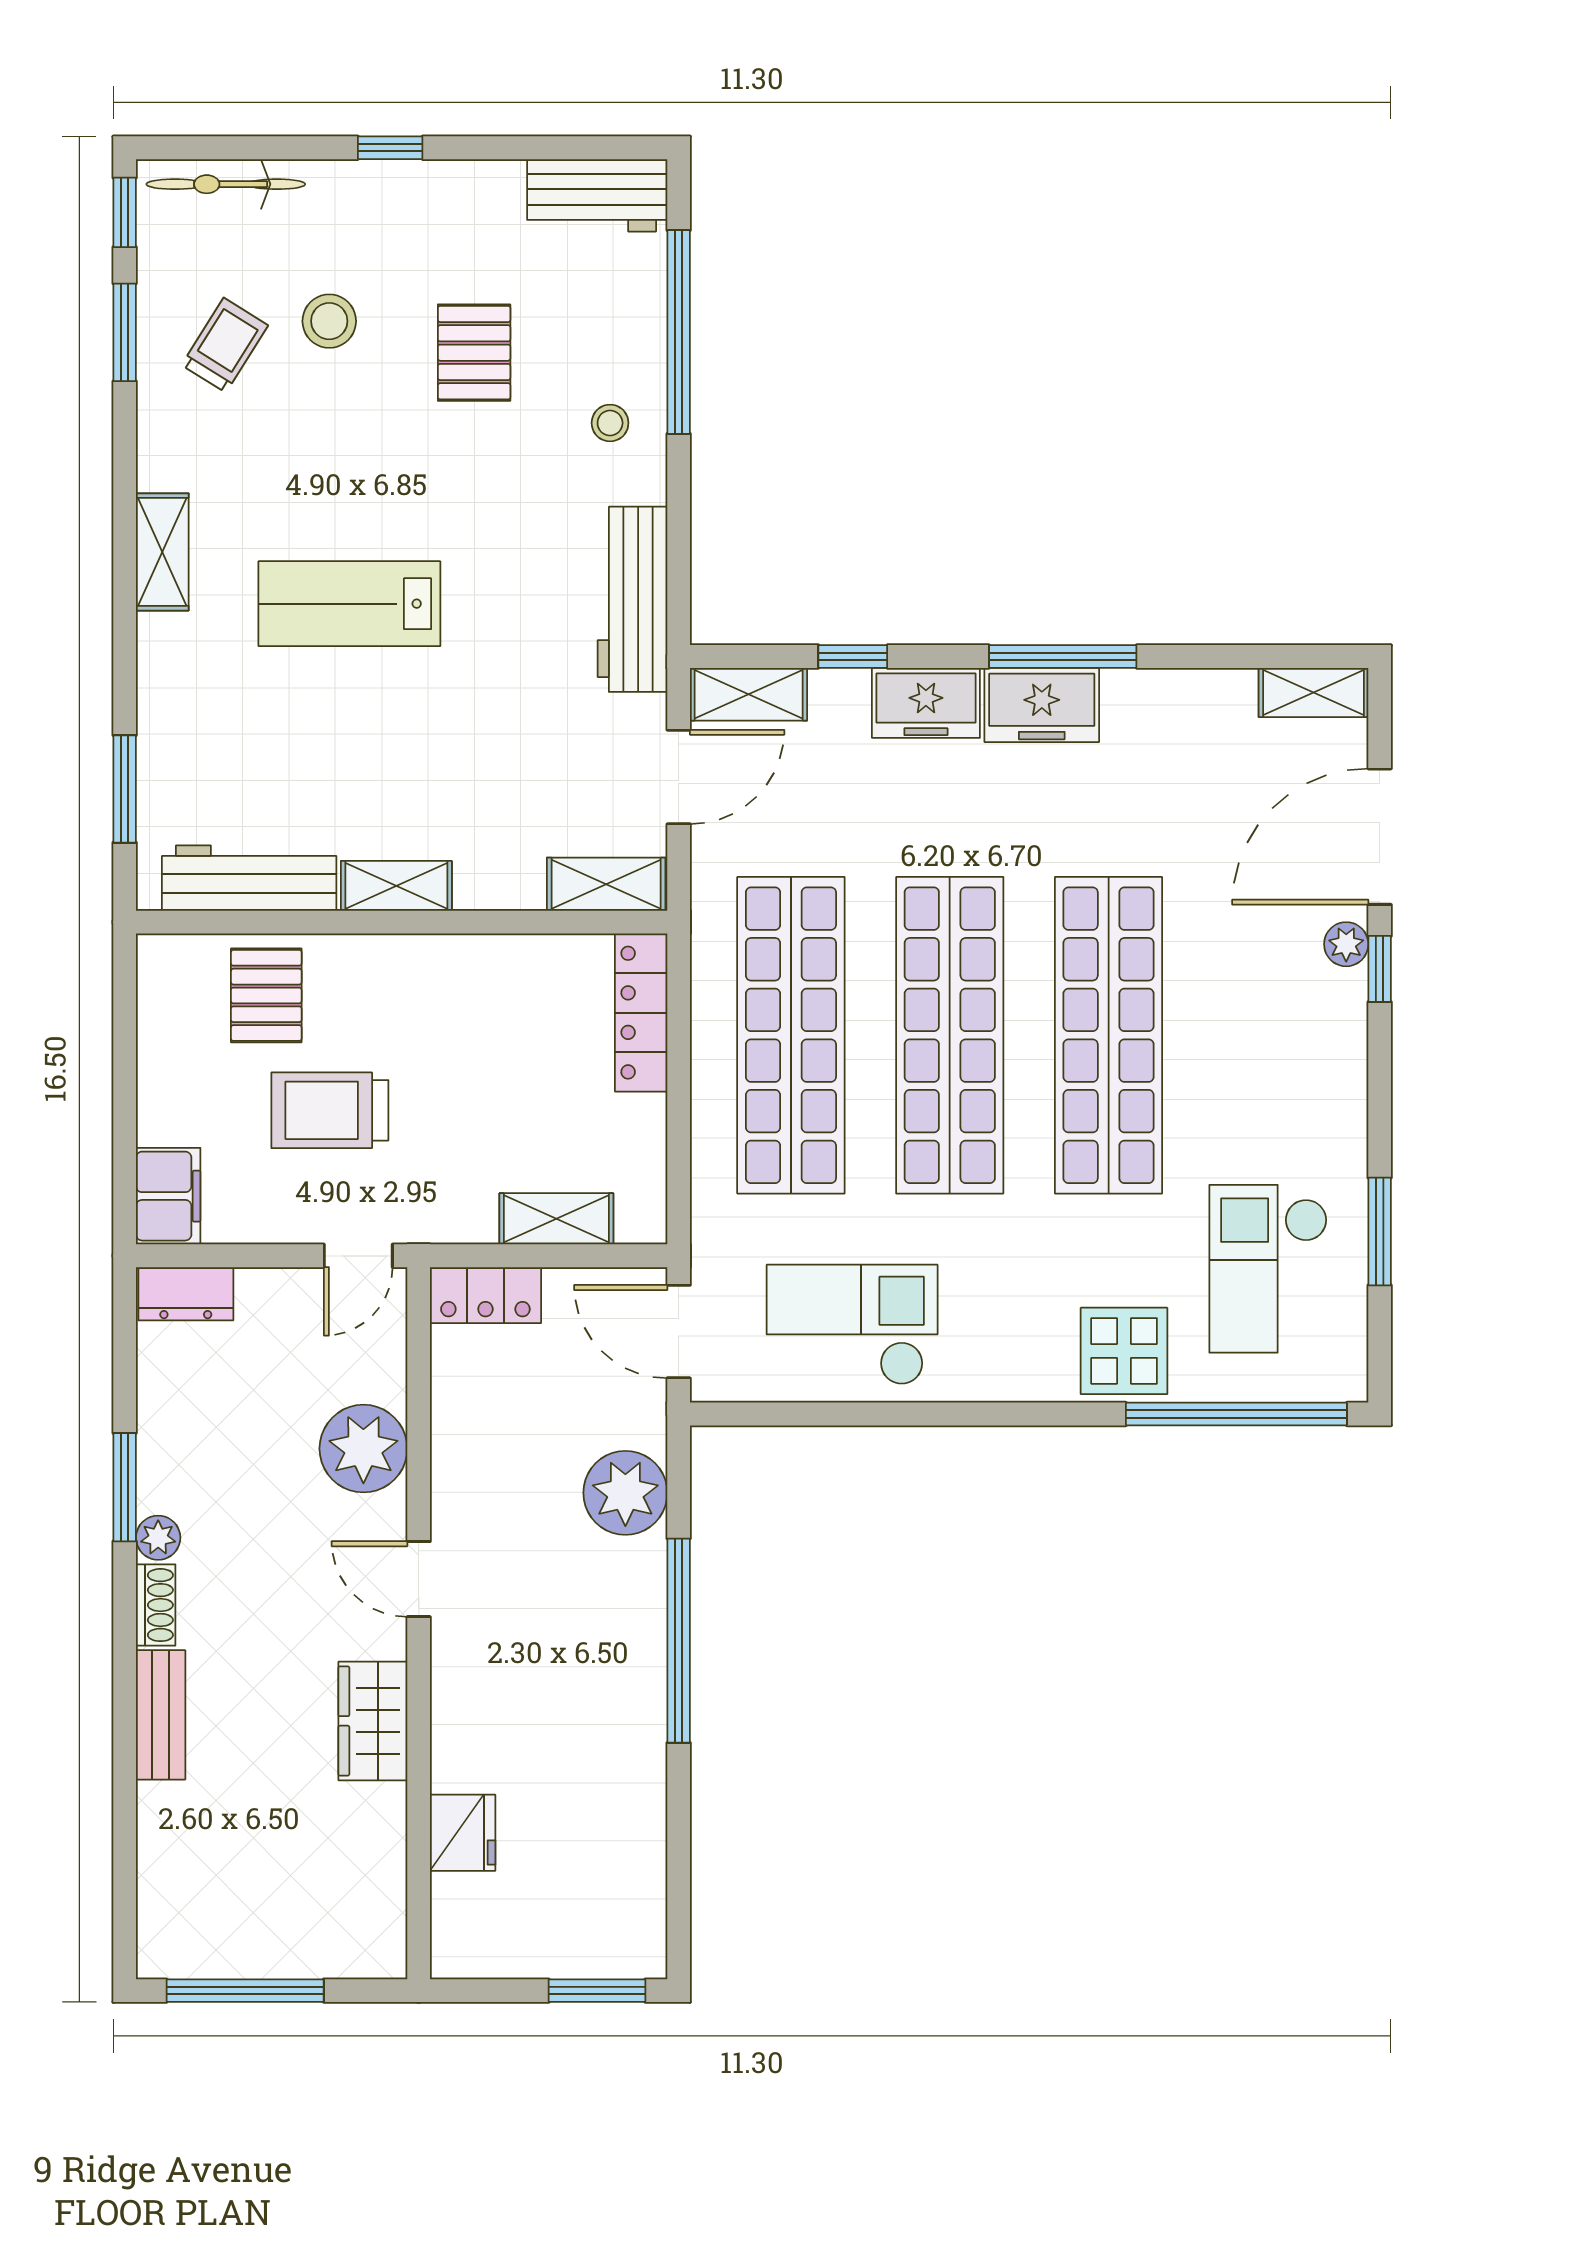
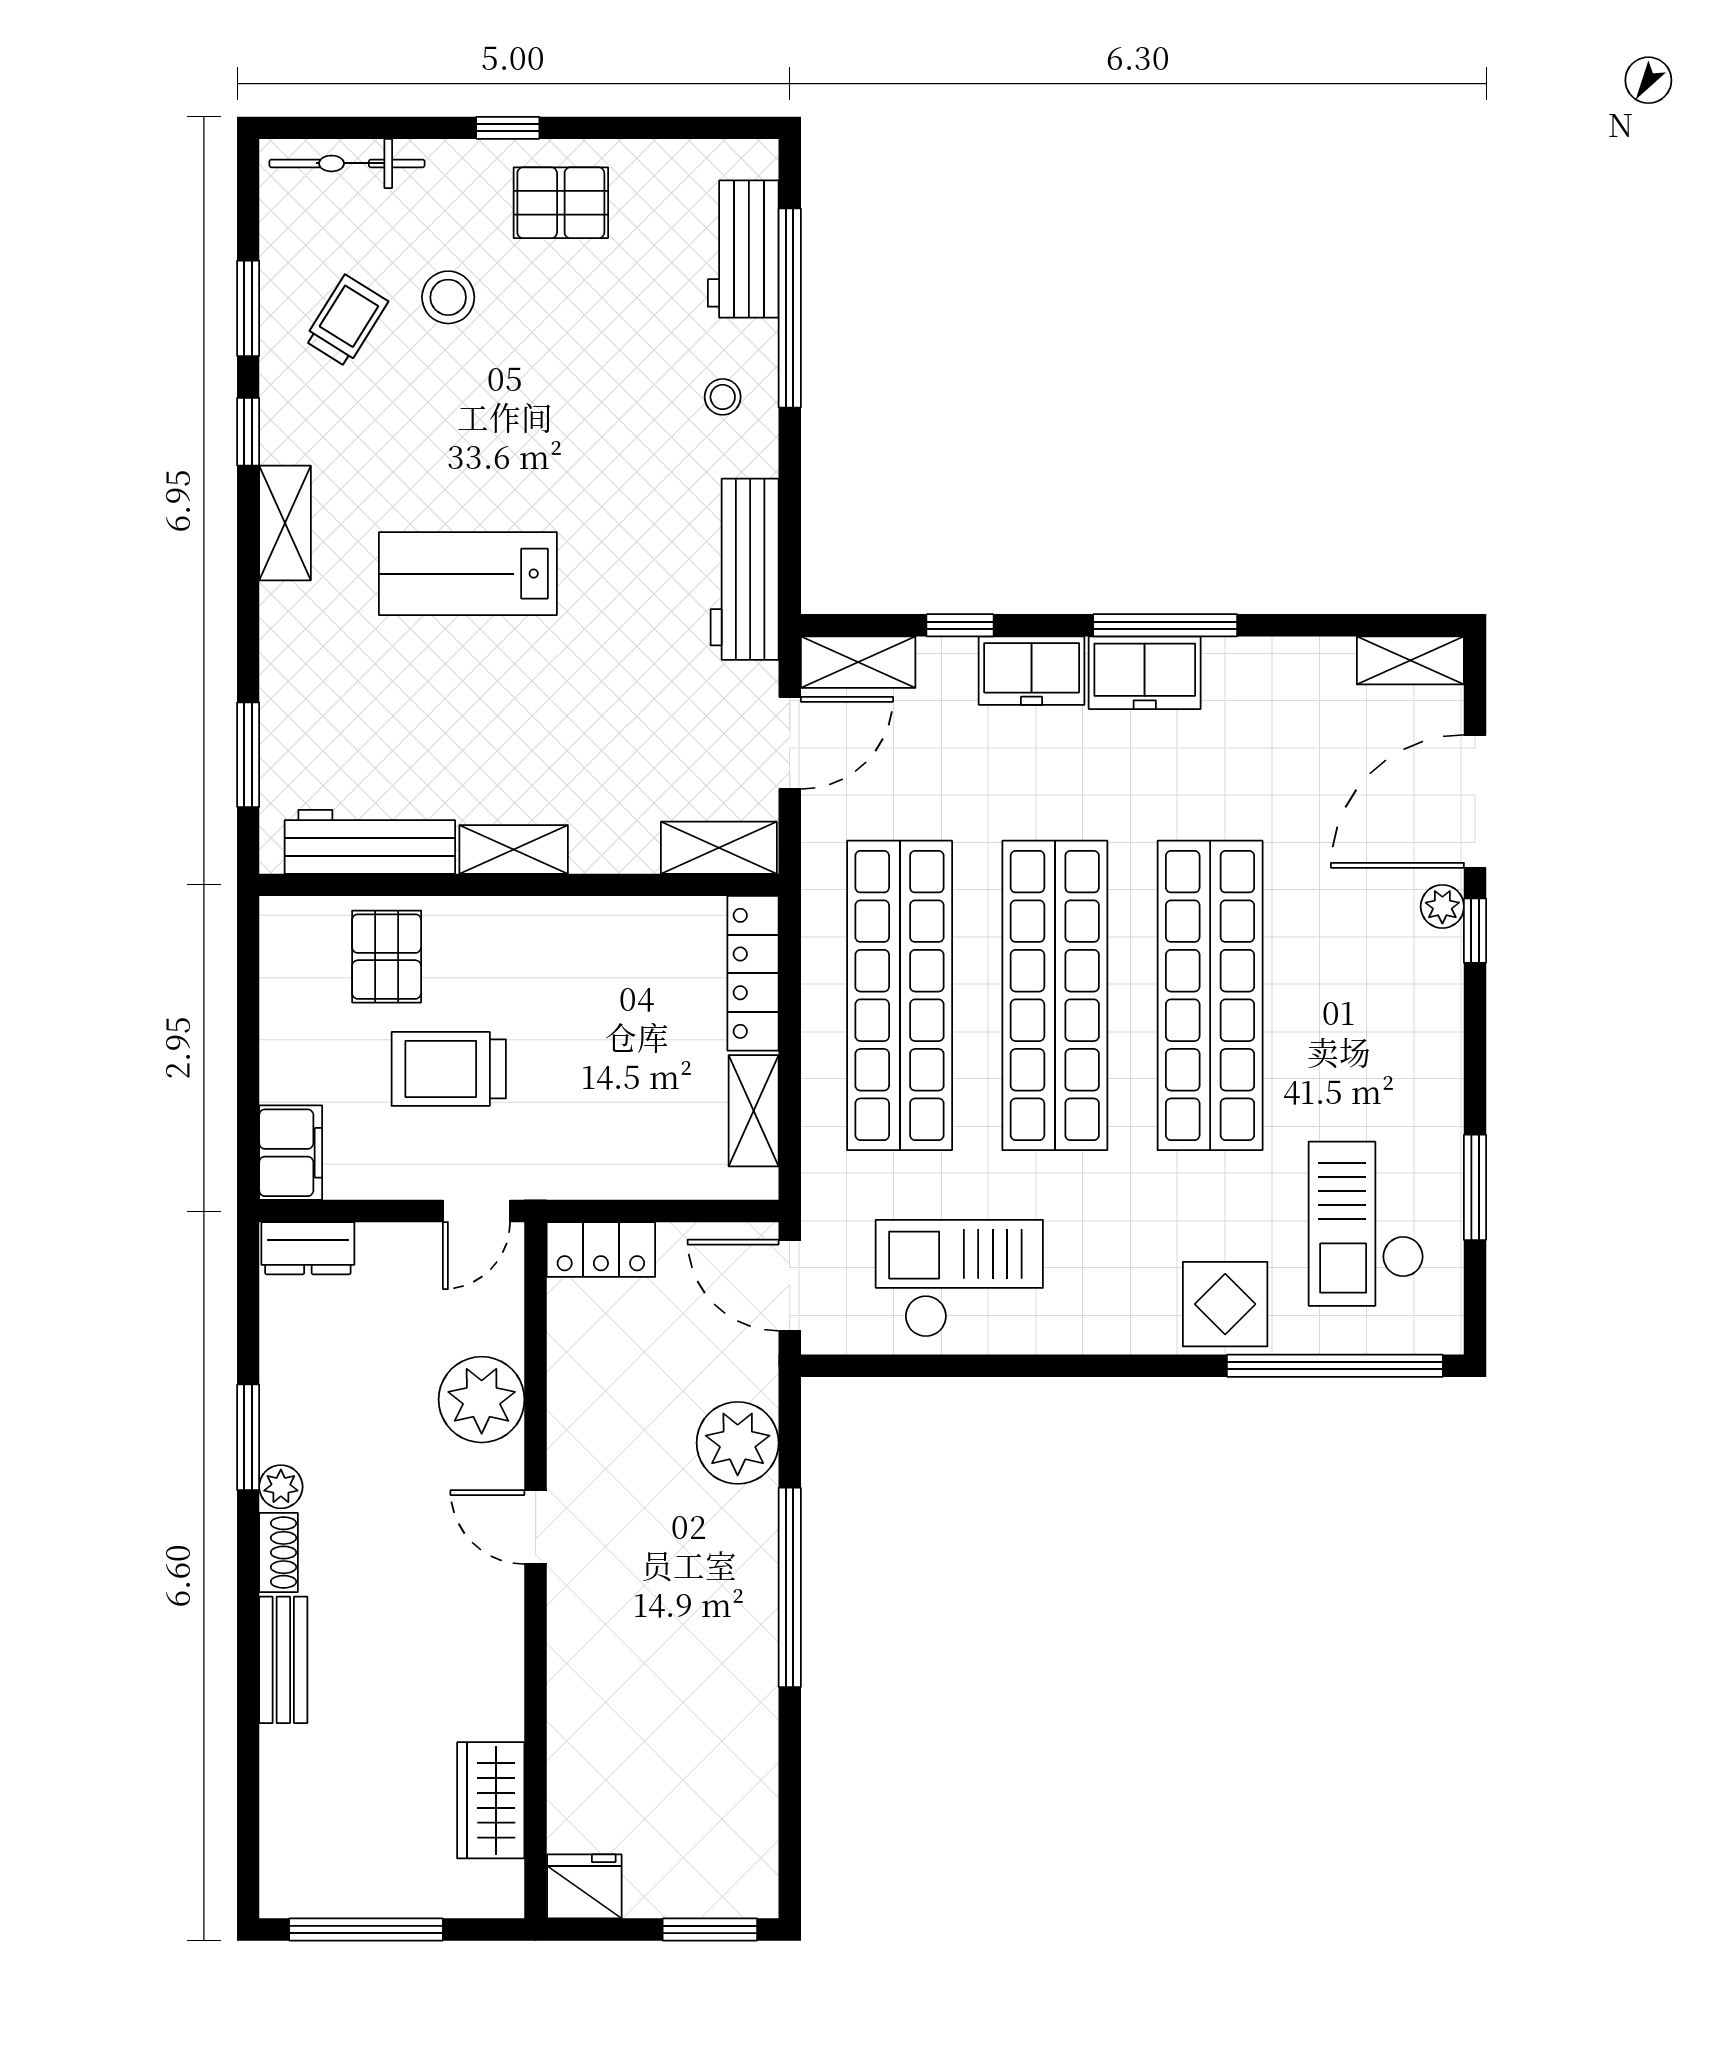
workbench: (597, 195) -> (743, 249), moved, turned 90
window: (125, 212) -> (248, 432), moved
pallet: (474, 353) -> (561, 203), moved, turned 90
shelving: (556, 1219) -> (754, 1111), moved, turned 90
wardrobe: (373, 1721) -> (491, 1800), moved
fridge: (463, 1833) -> (584, 1886), moved, turned -90

